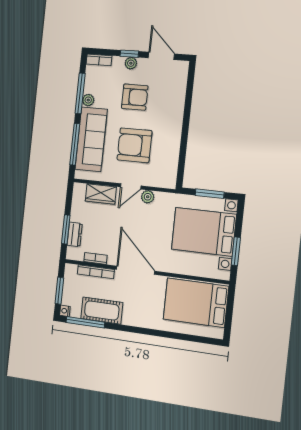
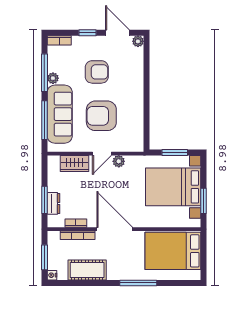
plant: (131, 63) -> (138, 41), moved
window: (85, 322) -> (138, 283), moved

